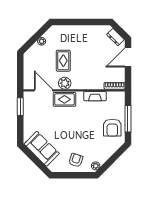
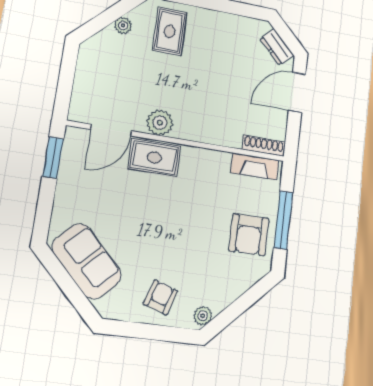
rug: (63, 61) -> (170, 31), moved
door: (43, 90) -> (111, 130), swing flipped
fireplace: (95, 96) -> (255, 166), moved

